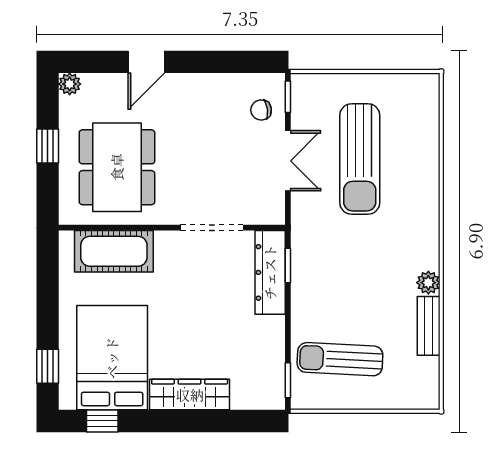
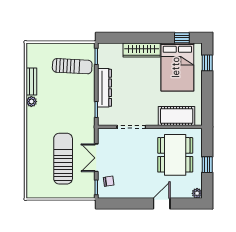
dresser: (270, 272) -> (104, 88), moved

